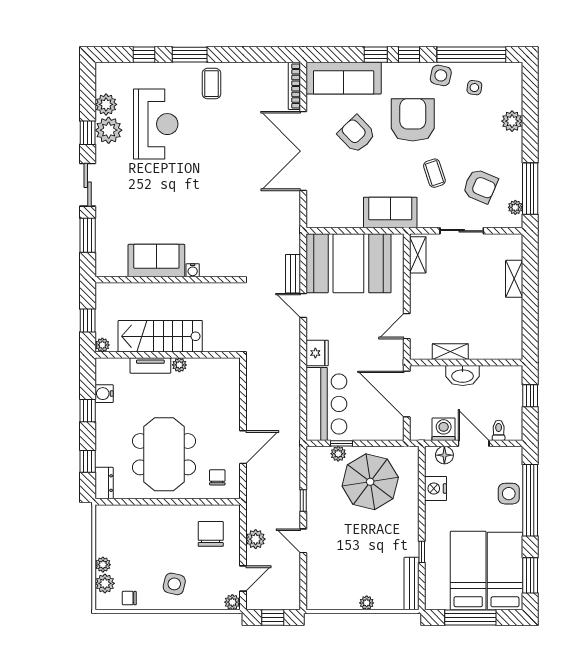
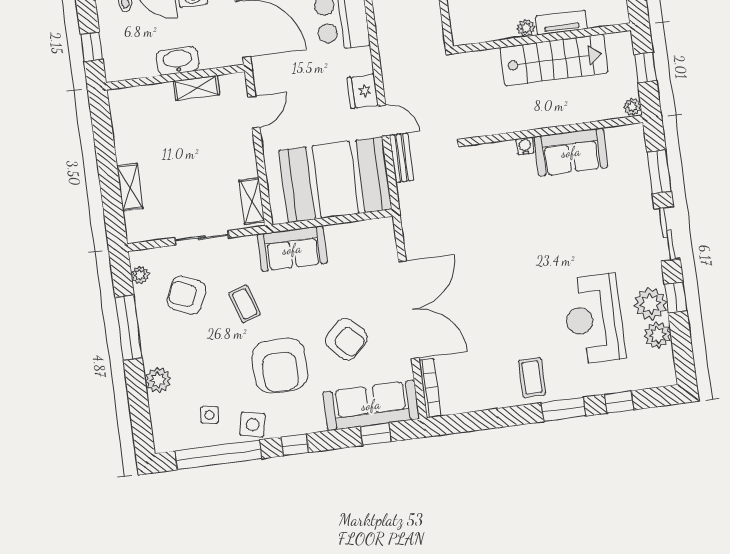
window: (376, 55) -> (376, 434), moved
window: (530, 189) -> (129, 328), moved
plant: (102, 345) -> (632, 107), moved
fridge: (317, 353) -> (363, 91), moved

